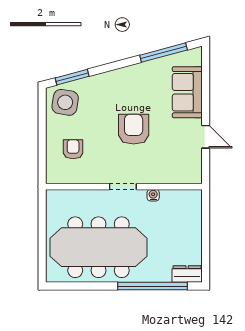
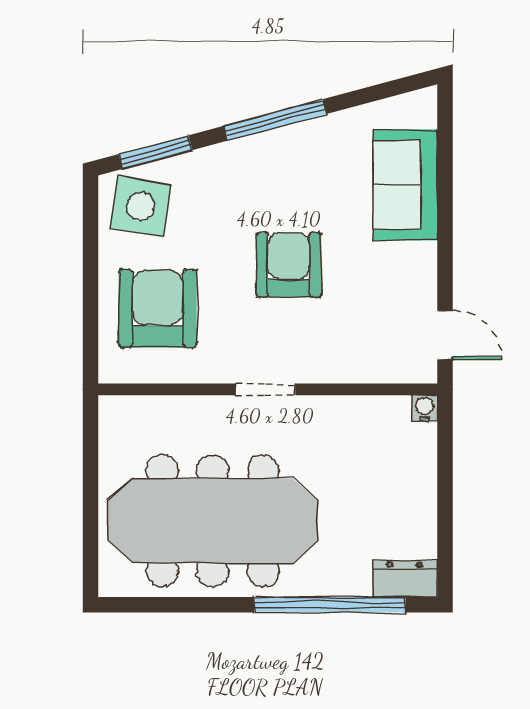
window: (164, 53) -> (275, 120), moved
door: (206, 137) -> (445, 335), moved
armchair: (73, 149) -> (158, 308), width x1.88, depth x1.88
water cooler: (153, 195) -> (424, 408), moved

